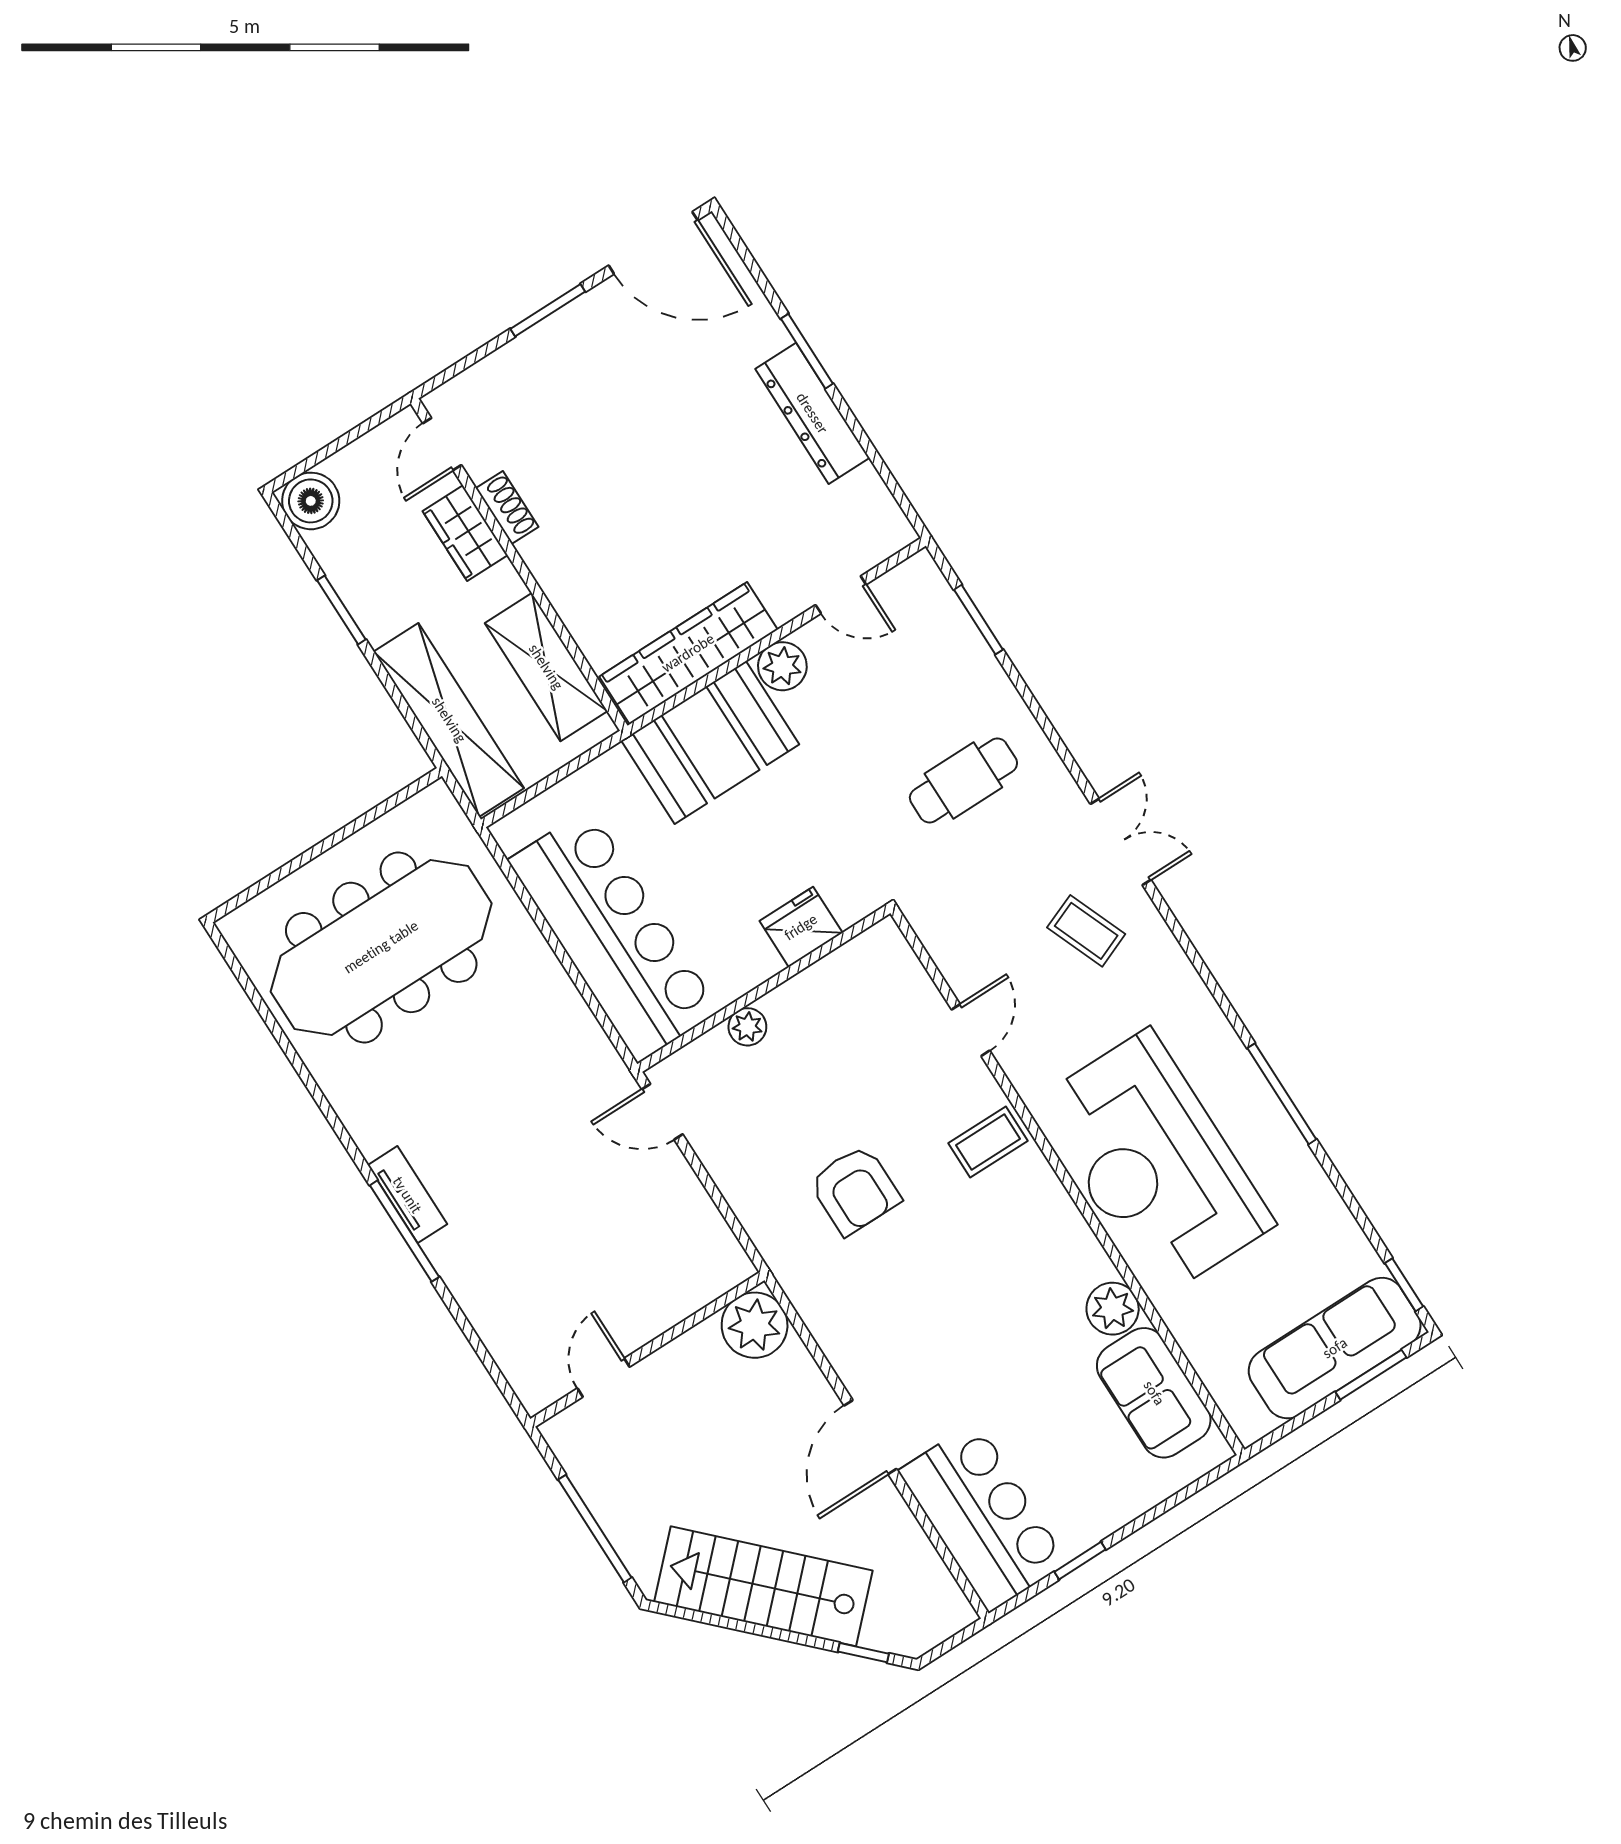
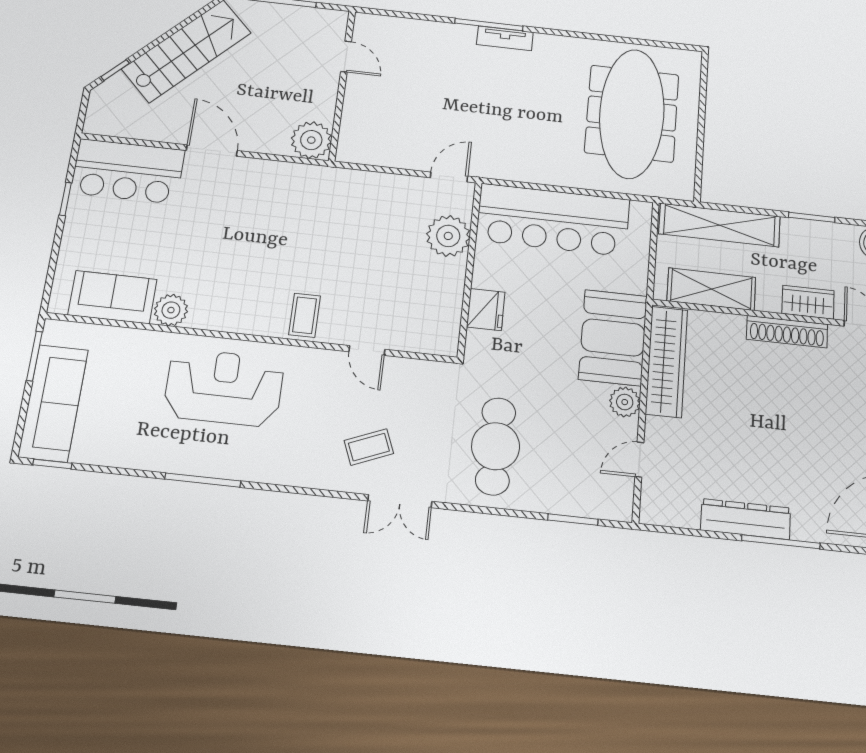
window: (807, 351) -> (781, 542), width x1.44
shoe rack: (507, 507) -> (787, 332), width x1.94, depth x1.24
cafe table: (963, 781) -> (496, 446), width x1.37, depth x1.35
plant: (747, 1027) -> (448, 236), width x1.88, depth x1.88
reception desk: (1154, 1163) -> (224, 388), width x0.74, depth x0.77
armchair: (855, 1190) -> (336, 235), removed
window: (1371, 1375) -> (34, 356), moved

